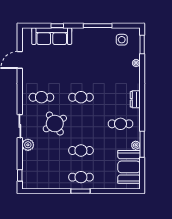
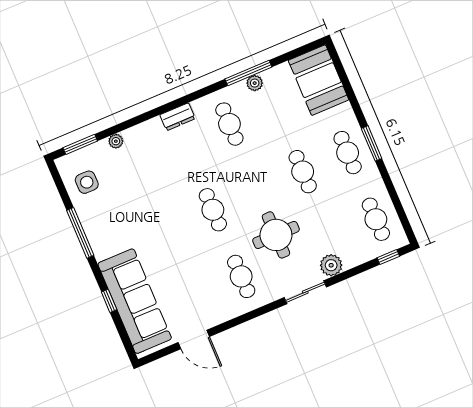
sofa: (52, 36) -> (135, 301), width x1.36, depth x1.27
round table: (55, 124) -> (276, 235), turned 32
booth: (129, 167) -> (319, 80), moved, turned 90
cafe table: (41, 177) -> (376, 219), added

